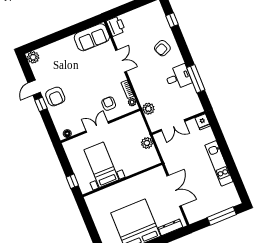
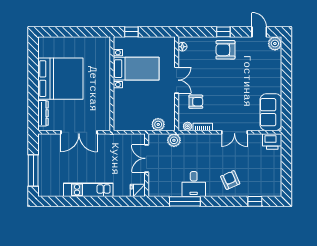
door: (34, 88) -> (259, 32), moved
plant: (147, 143) -> (158, 124), moved

